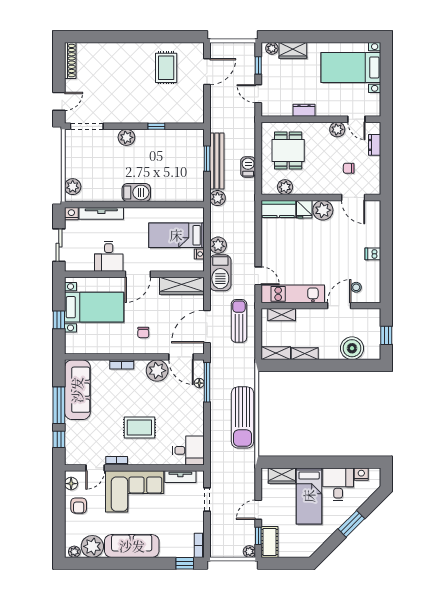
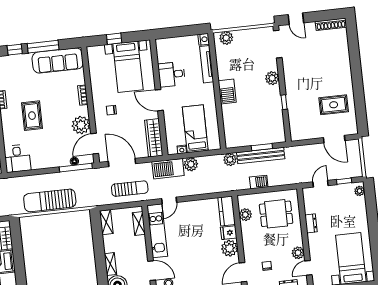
wardrobe: (293, 50) -> (360, 209), removed
sliding door: (59, 245) -> (176, 32), removed
shelving: (305, 354) -> (110, 264), moved

